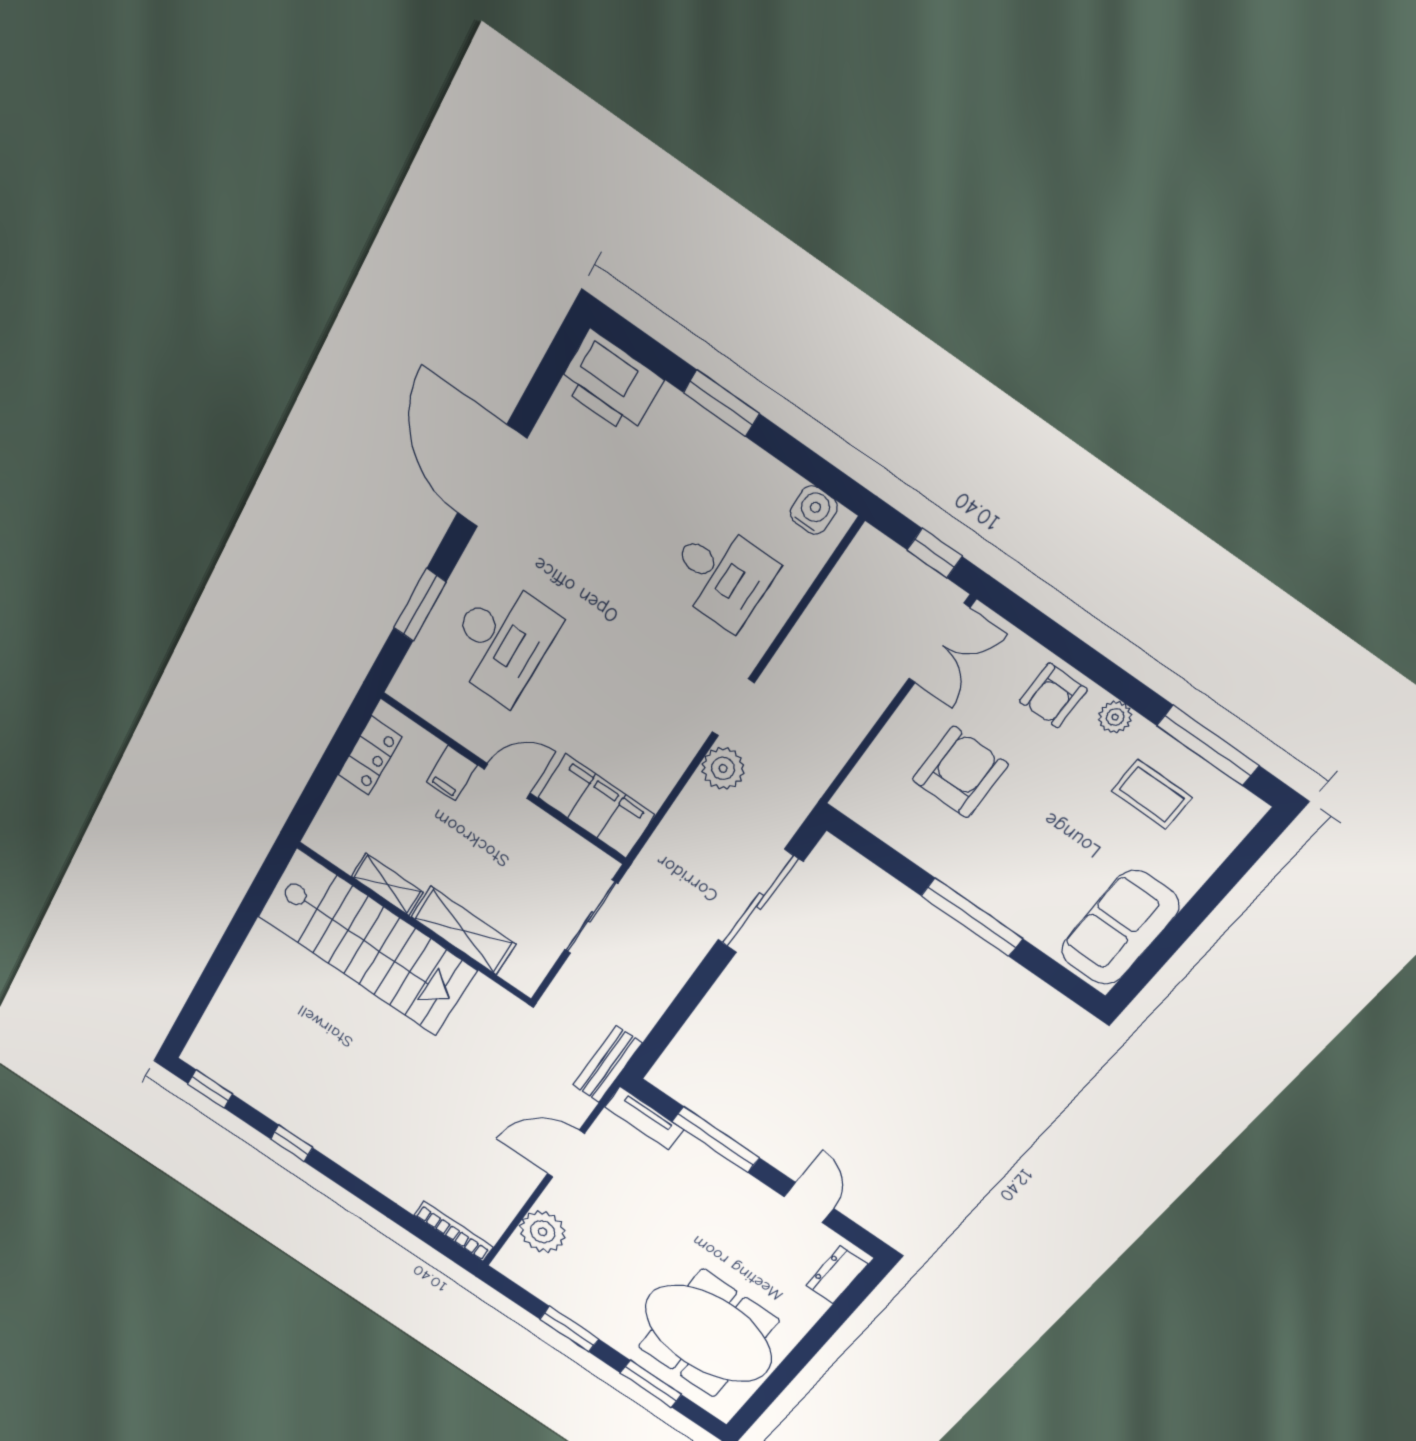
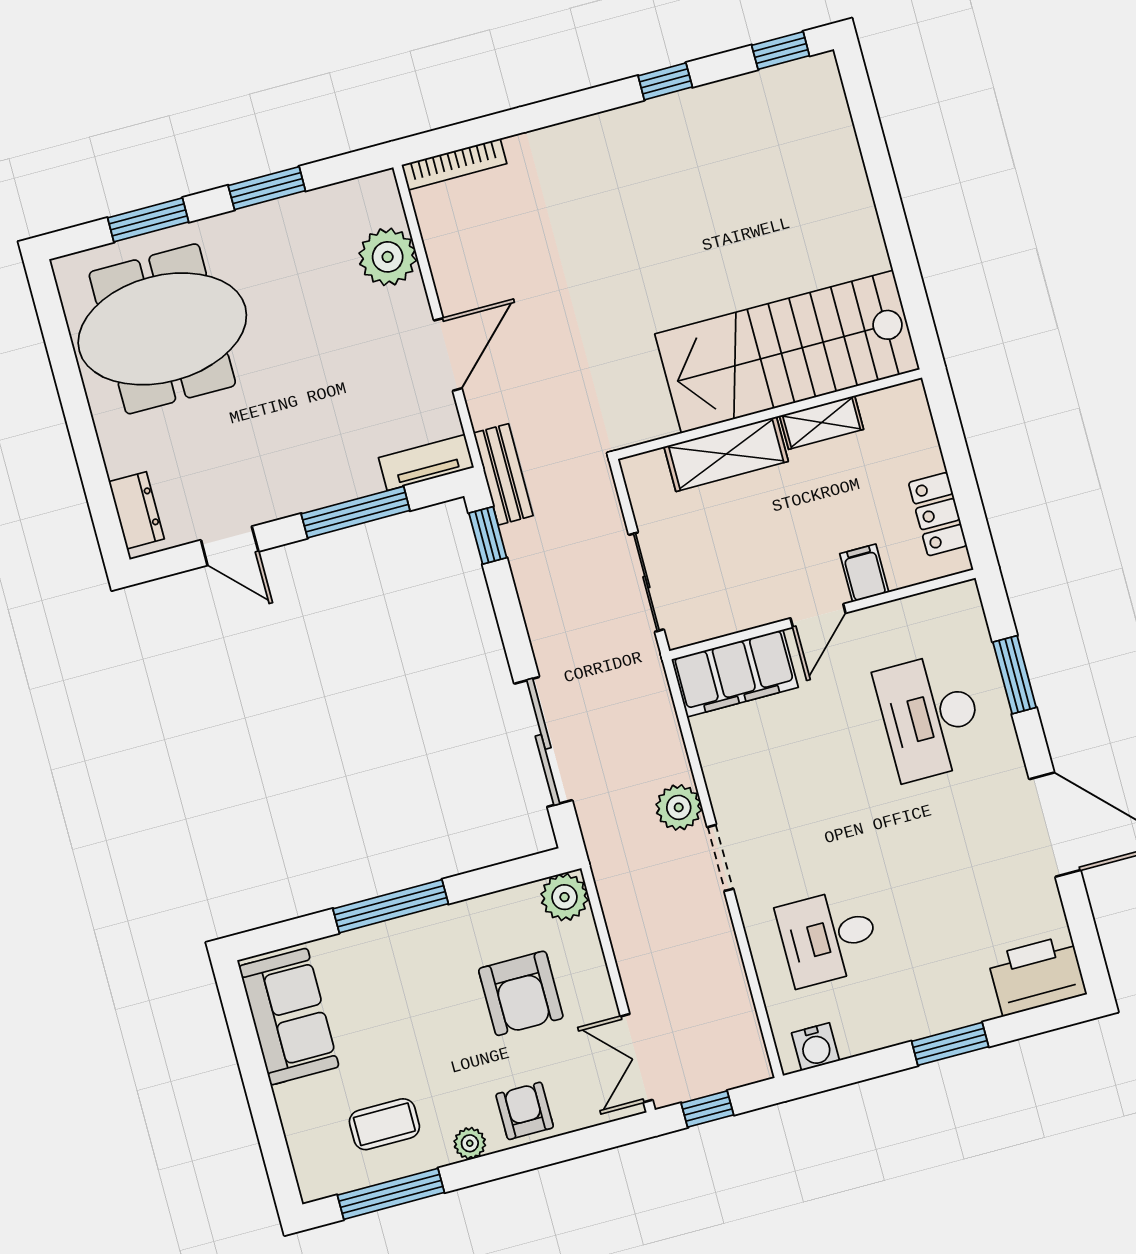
plant: (859, 798) -> (564, 897), added
window: (655, 1045) -> (488, 535), added

